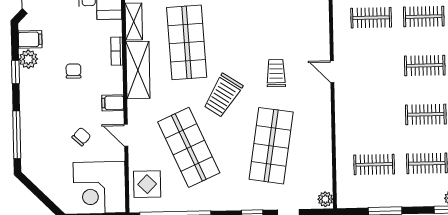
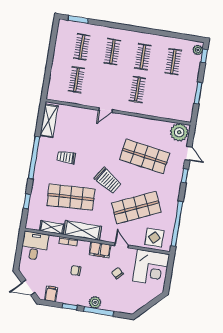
plant: (28, 59) -> (95, 302), moved
trolley: (276, 73) -> (66, 157), moved
filing cabinet: (113, 103) -> (100, 250), width x2.00
window: (17, 135) -> (99, 311), moved
door: (126, 135) -> (122, 245), swing flipped
clothes rail: (374, 164) -> (138, 90), moved
plant: (325, 199) -> (179, 132), width x1.87, depth x1.87

